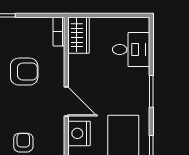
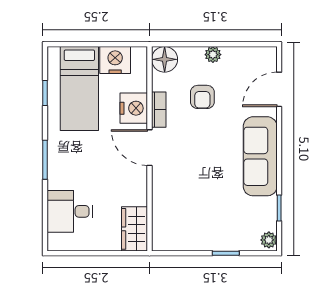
bookcase: (59, 32) -> (159, 110), moved
armchair: (24, 72) -> (201, 184), removed

